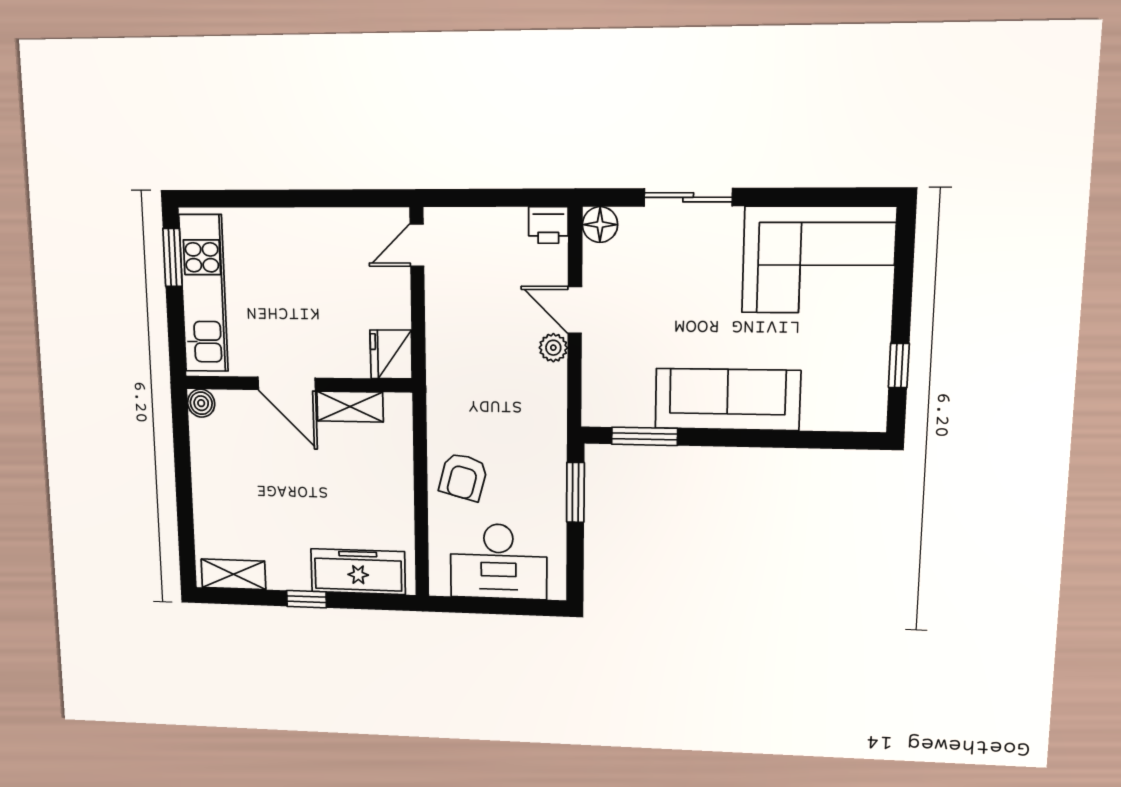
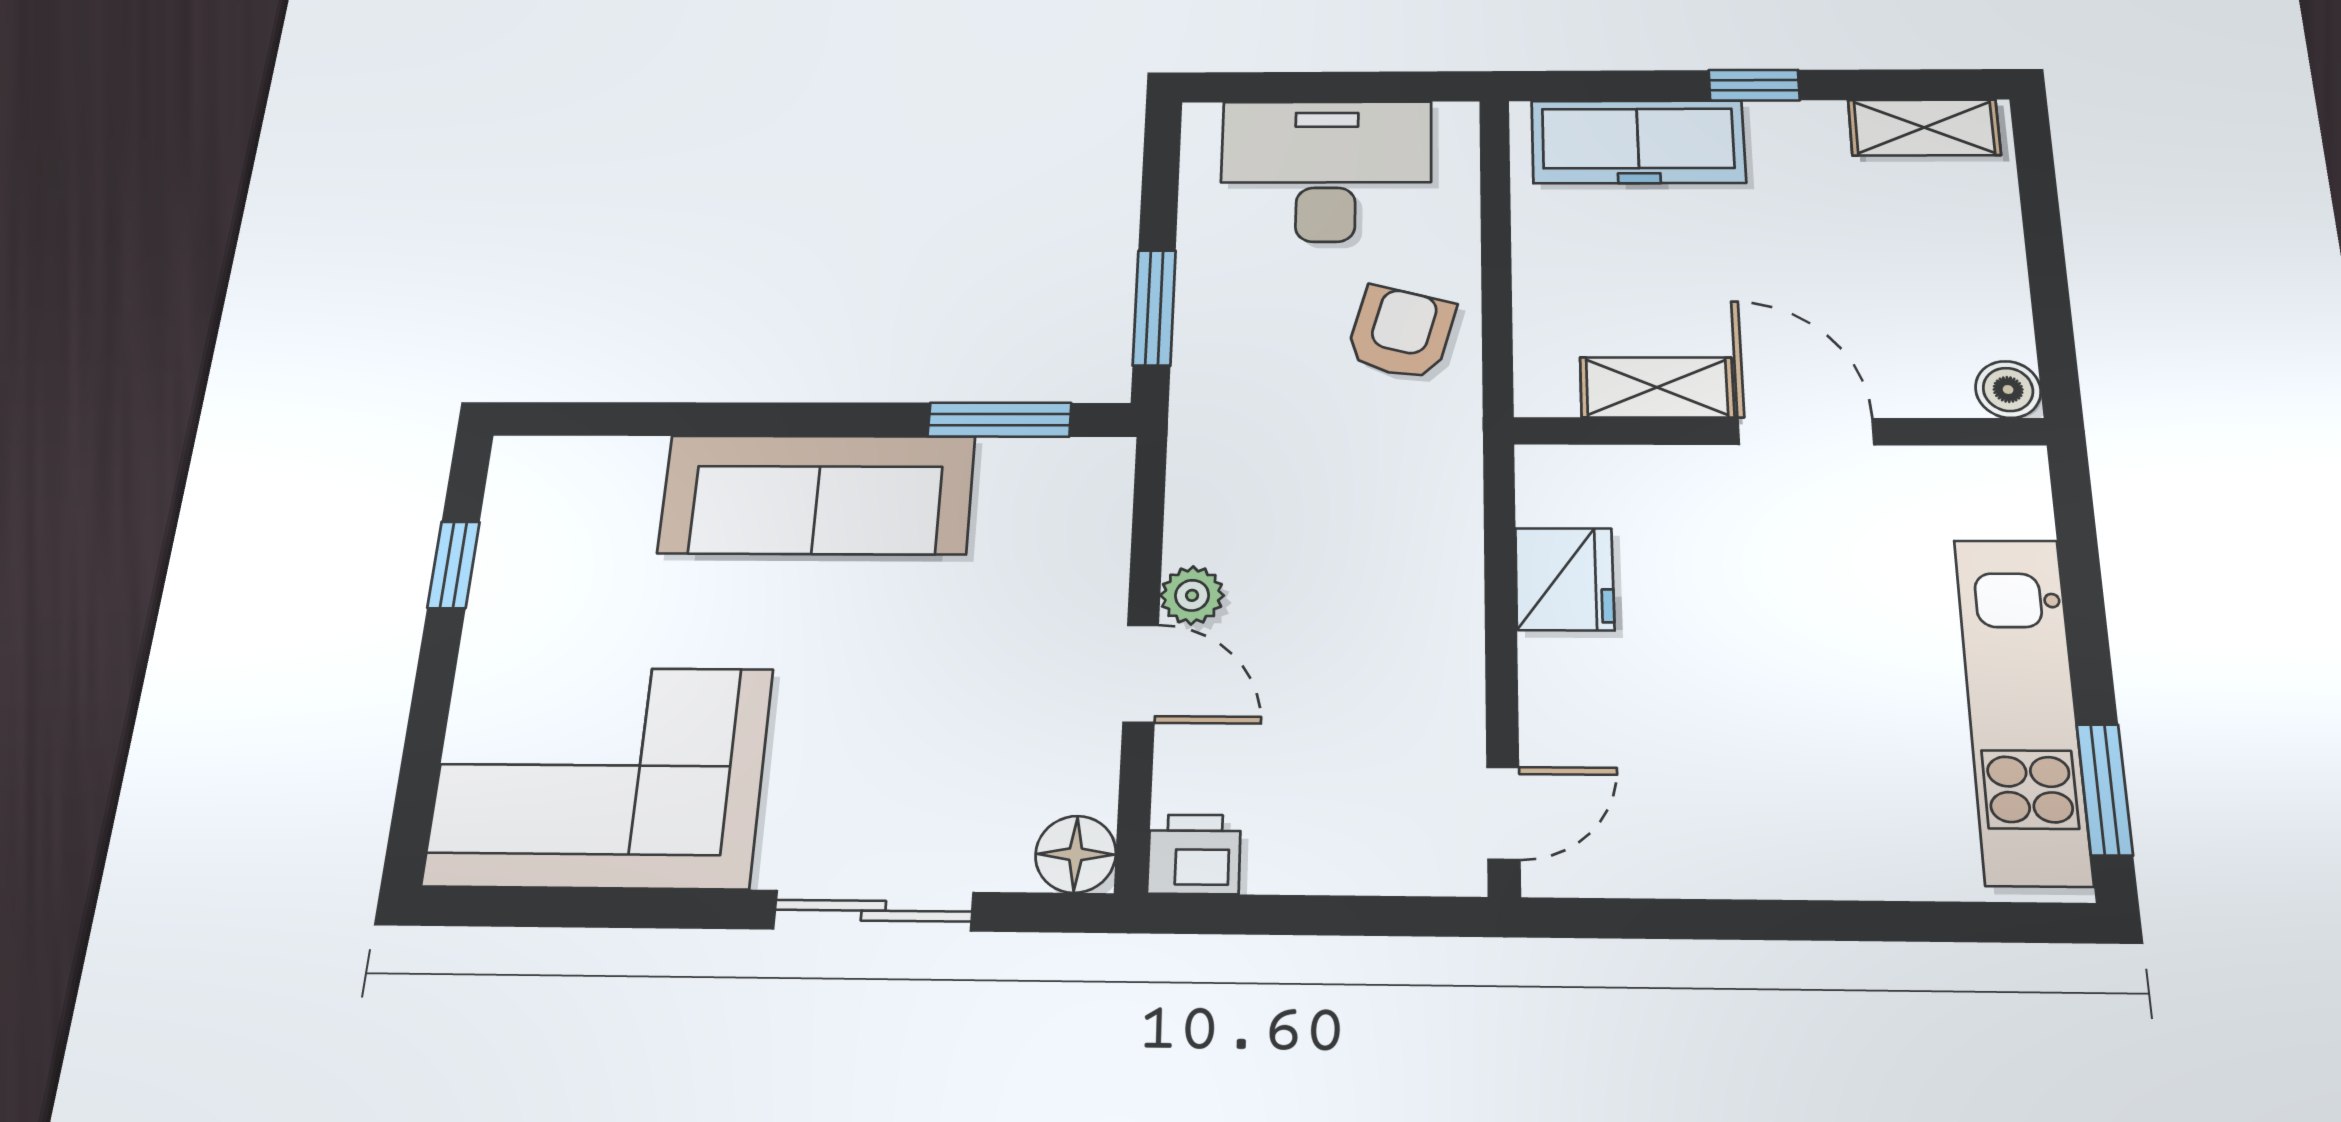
door: (287, 384) -> (1806, 431), moved
wall: (298, 384) -> (1778, 431), moved
boiler: (201, 403) -> (2008, 389), moved
shelving: (350, 407) -> (1657, 387), moved

